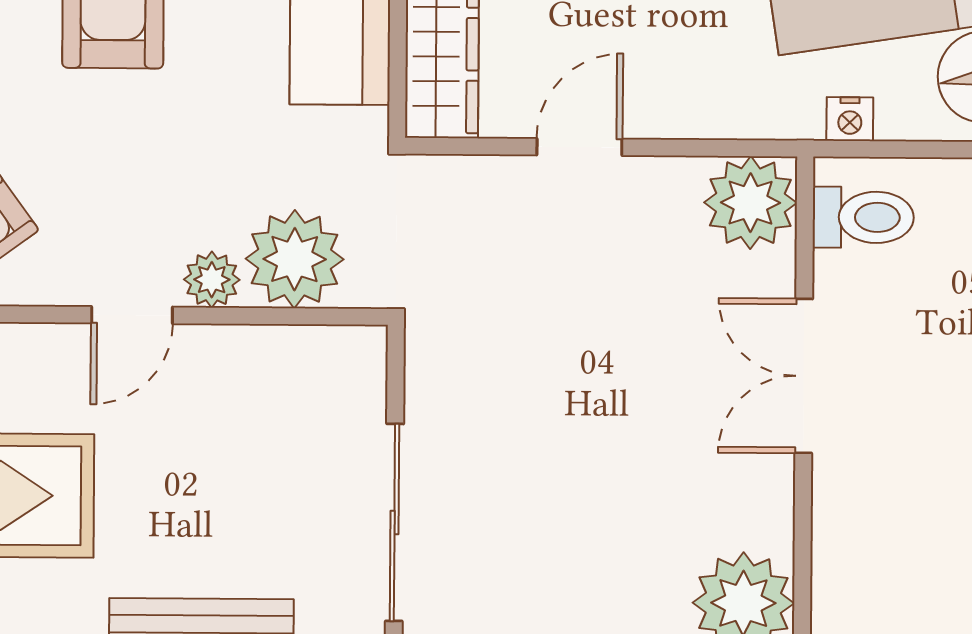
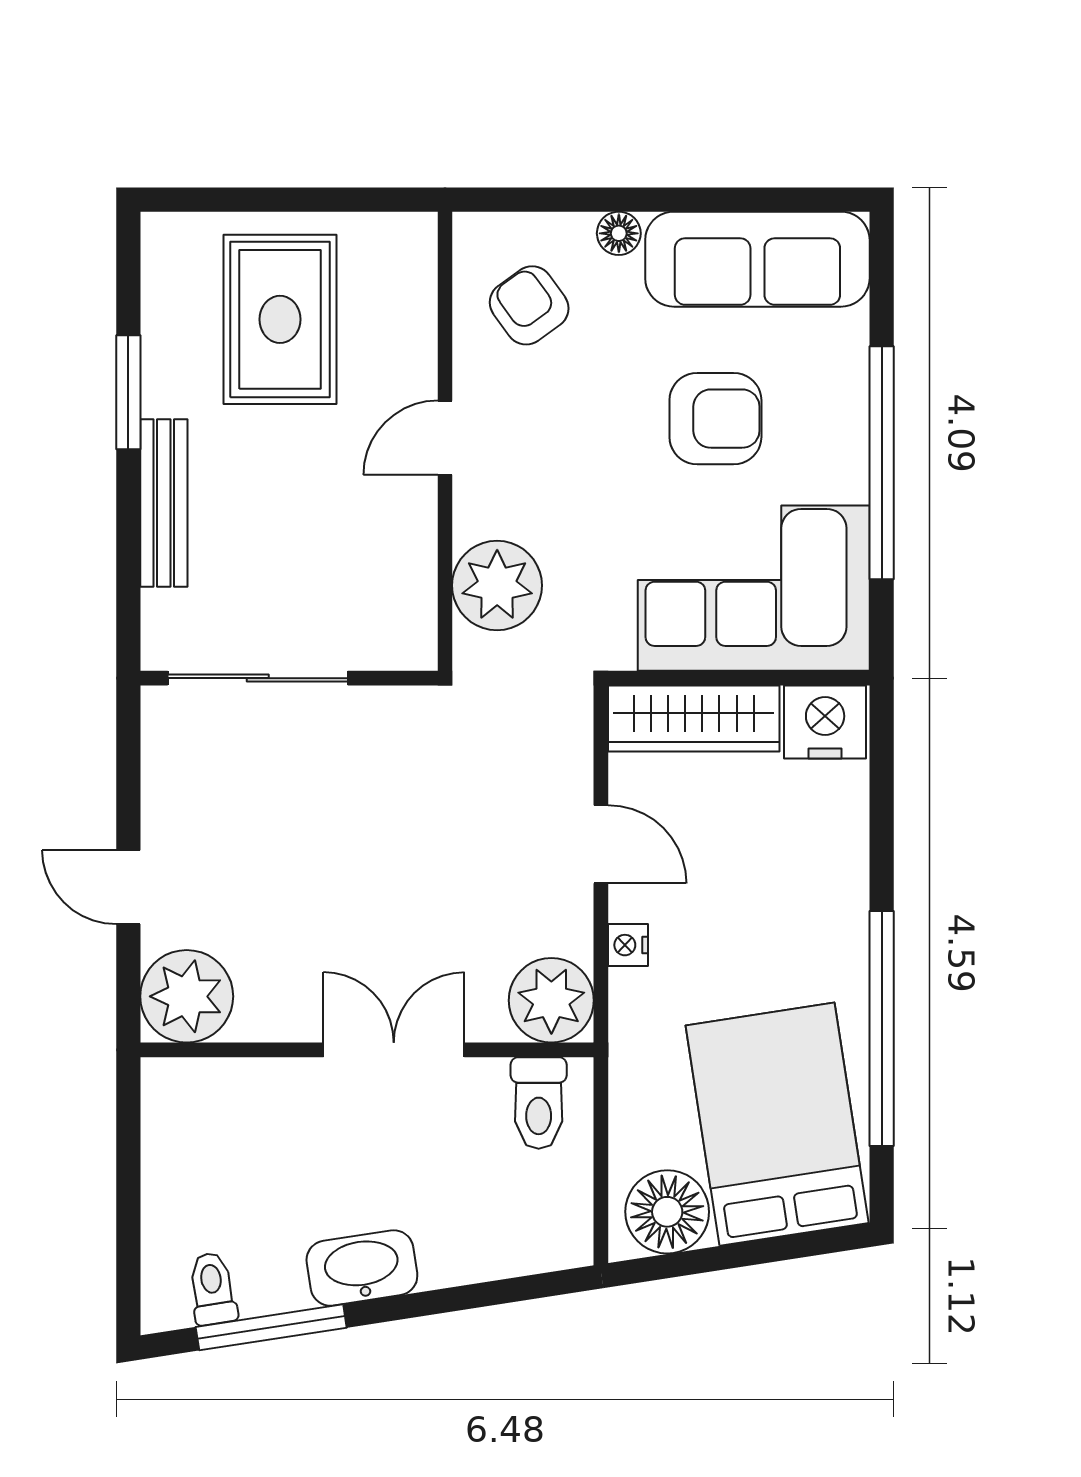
nightstand: (850, 119) -> (628, 945), moved
plant: (212, 280) -> (478, 510), removed
door: (132, 315) -> (445, 438), hinge flipped

